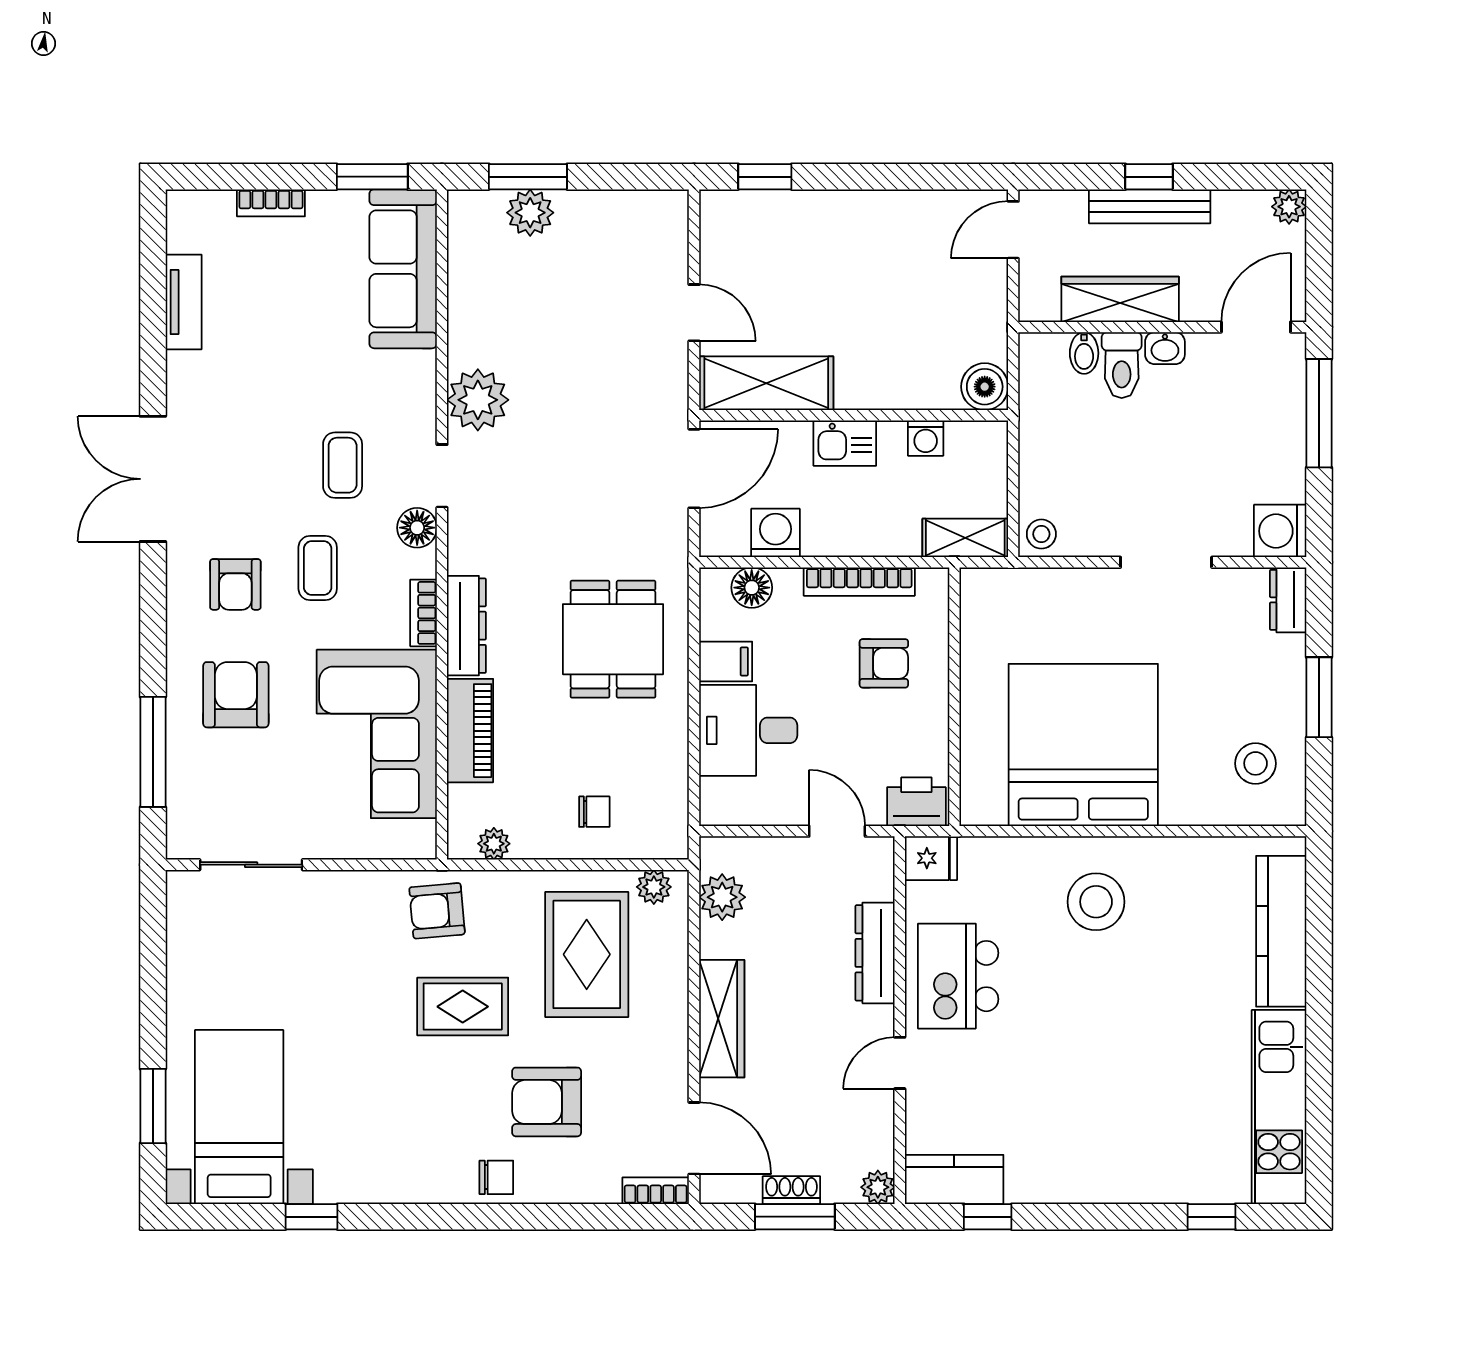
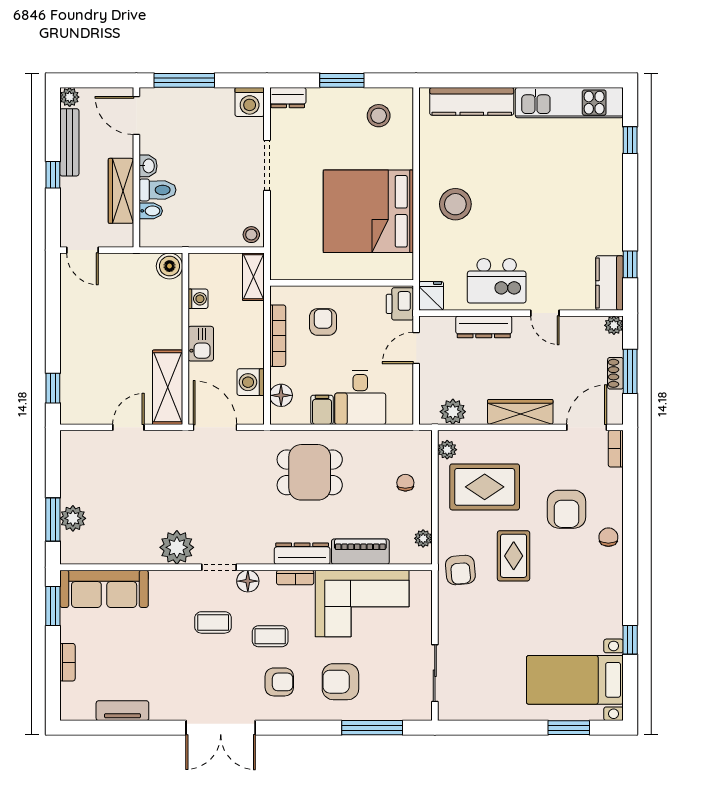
bench: (1150, 206) -> (69, 142), moved

